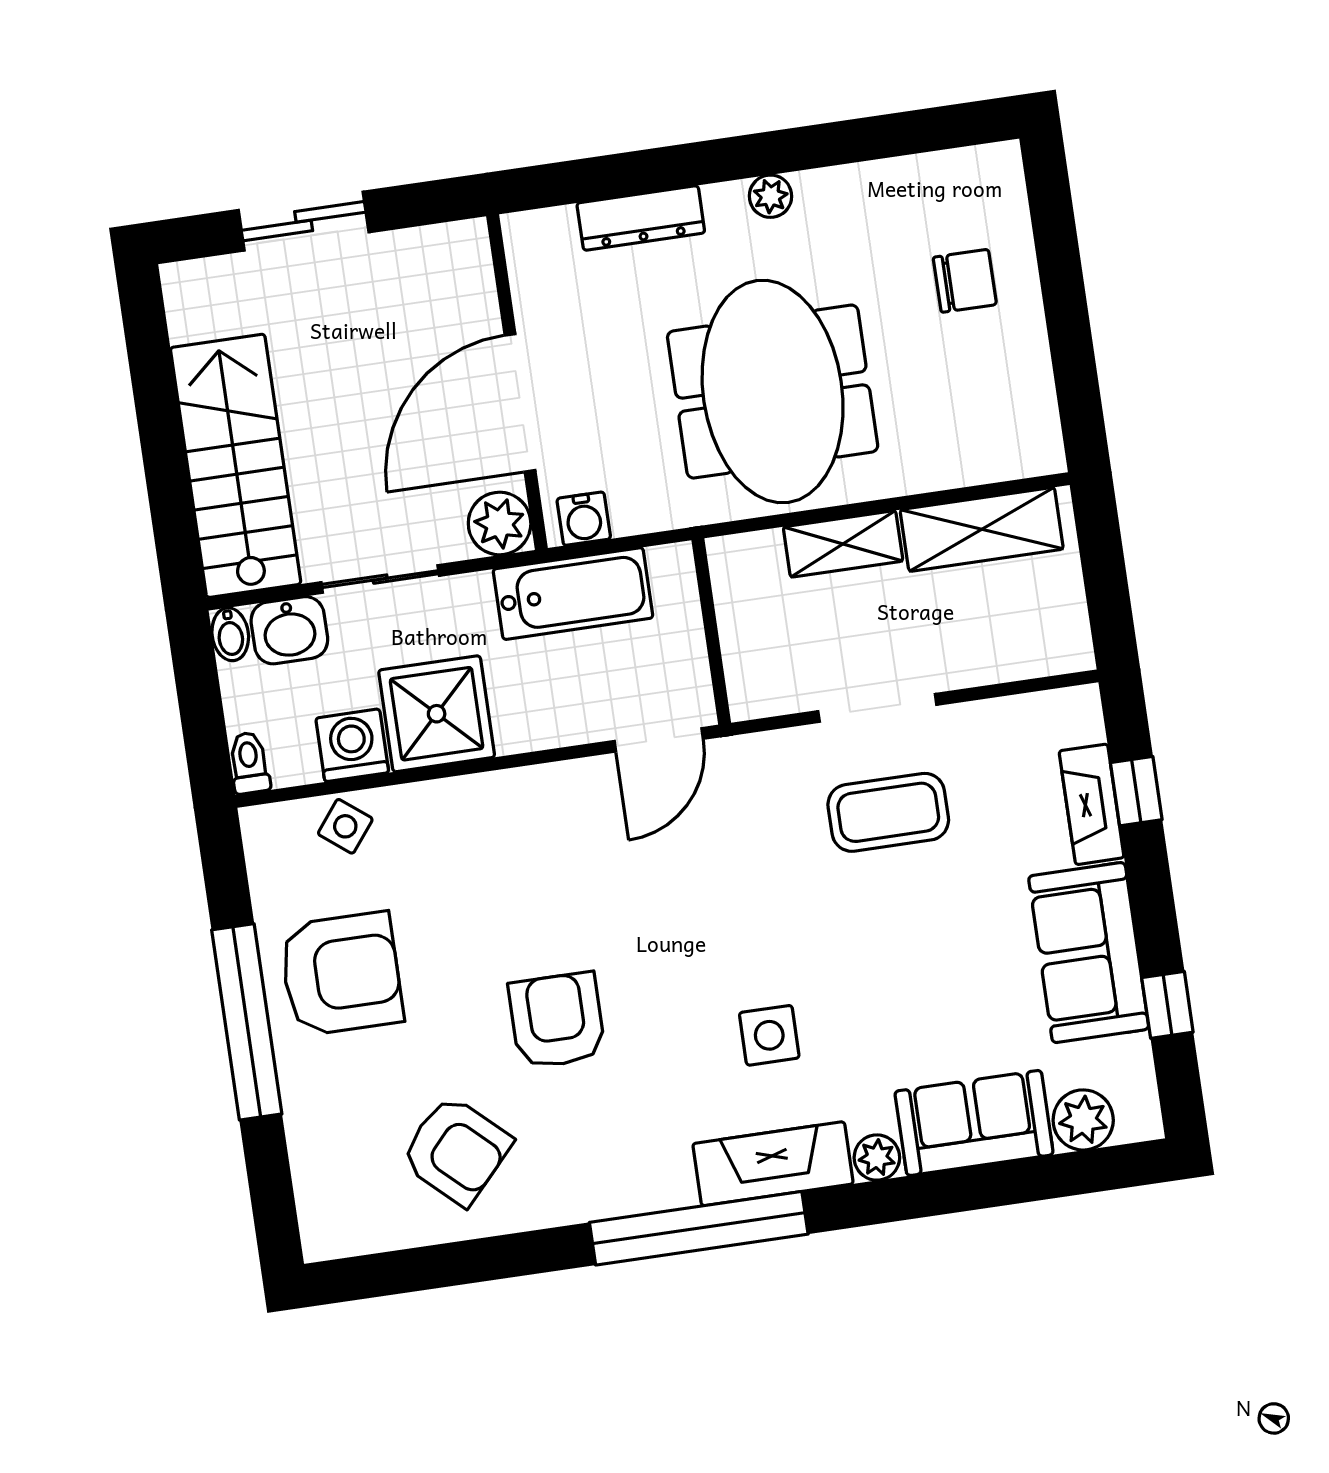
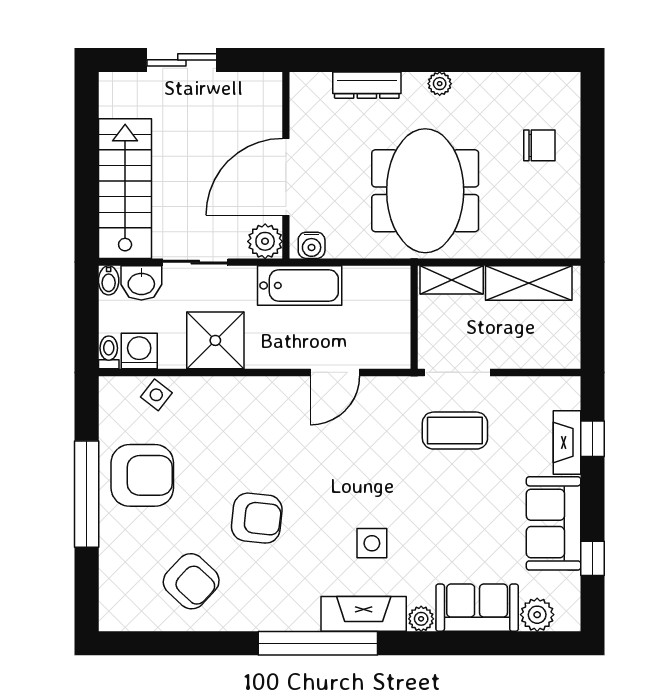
wall: (711, 631) -> (414, 317), moved
washing machine: (352, 745) -> (139, 351), moved
armchair: (557, 1020) -> (257, 518), turned 96

